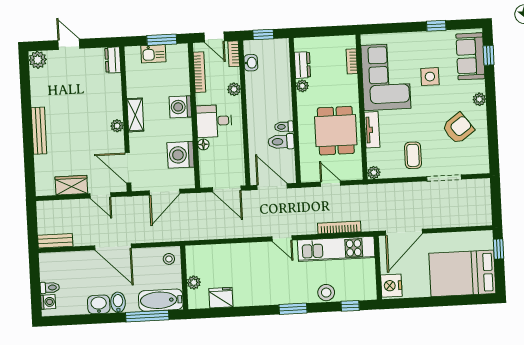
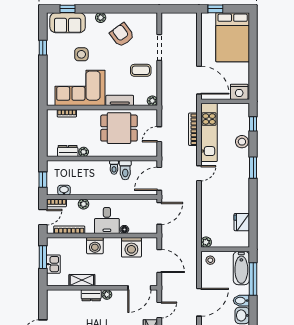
dresser: (113, 60) -> (91, 295), moved
shelving: (135, 115) -> (82, 280), moved
plant: (194, 282) -> (206, 242), moved

